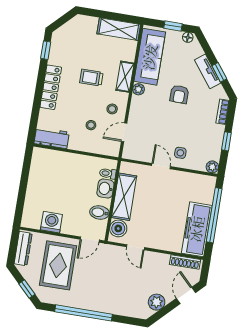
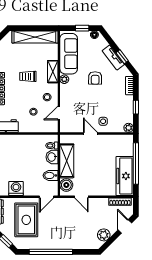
shelving: (119, 29) -> (35, 37), width x1.47

